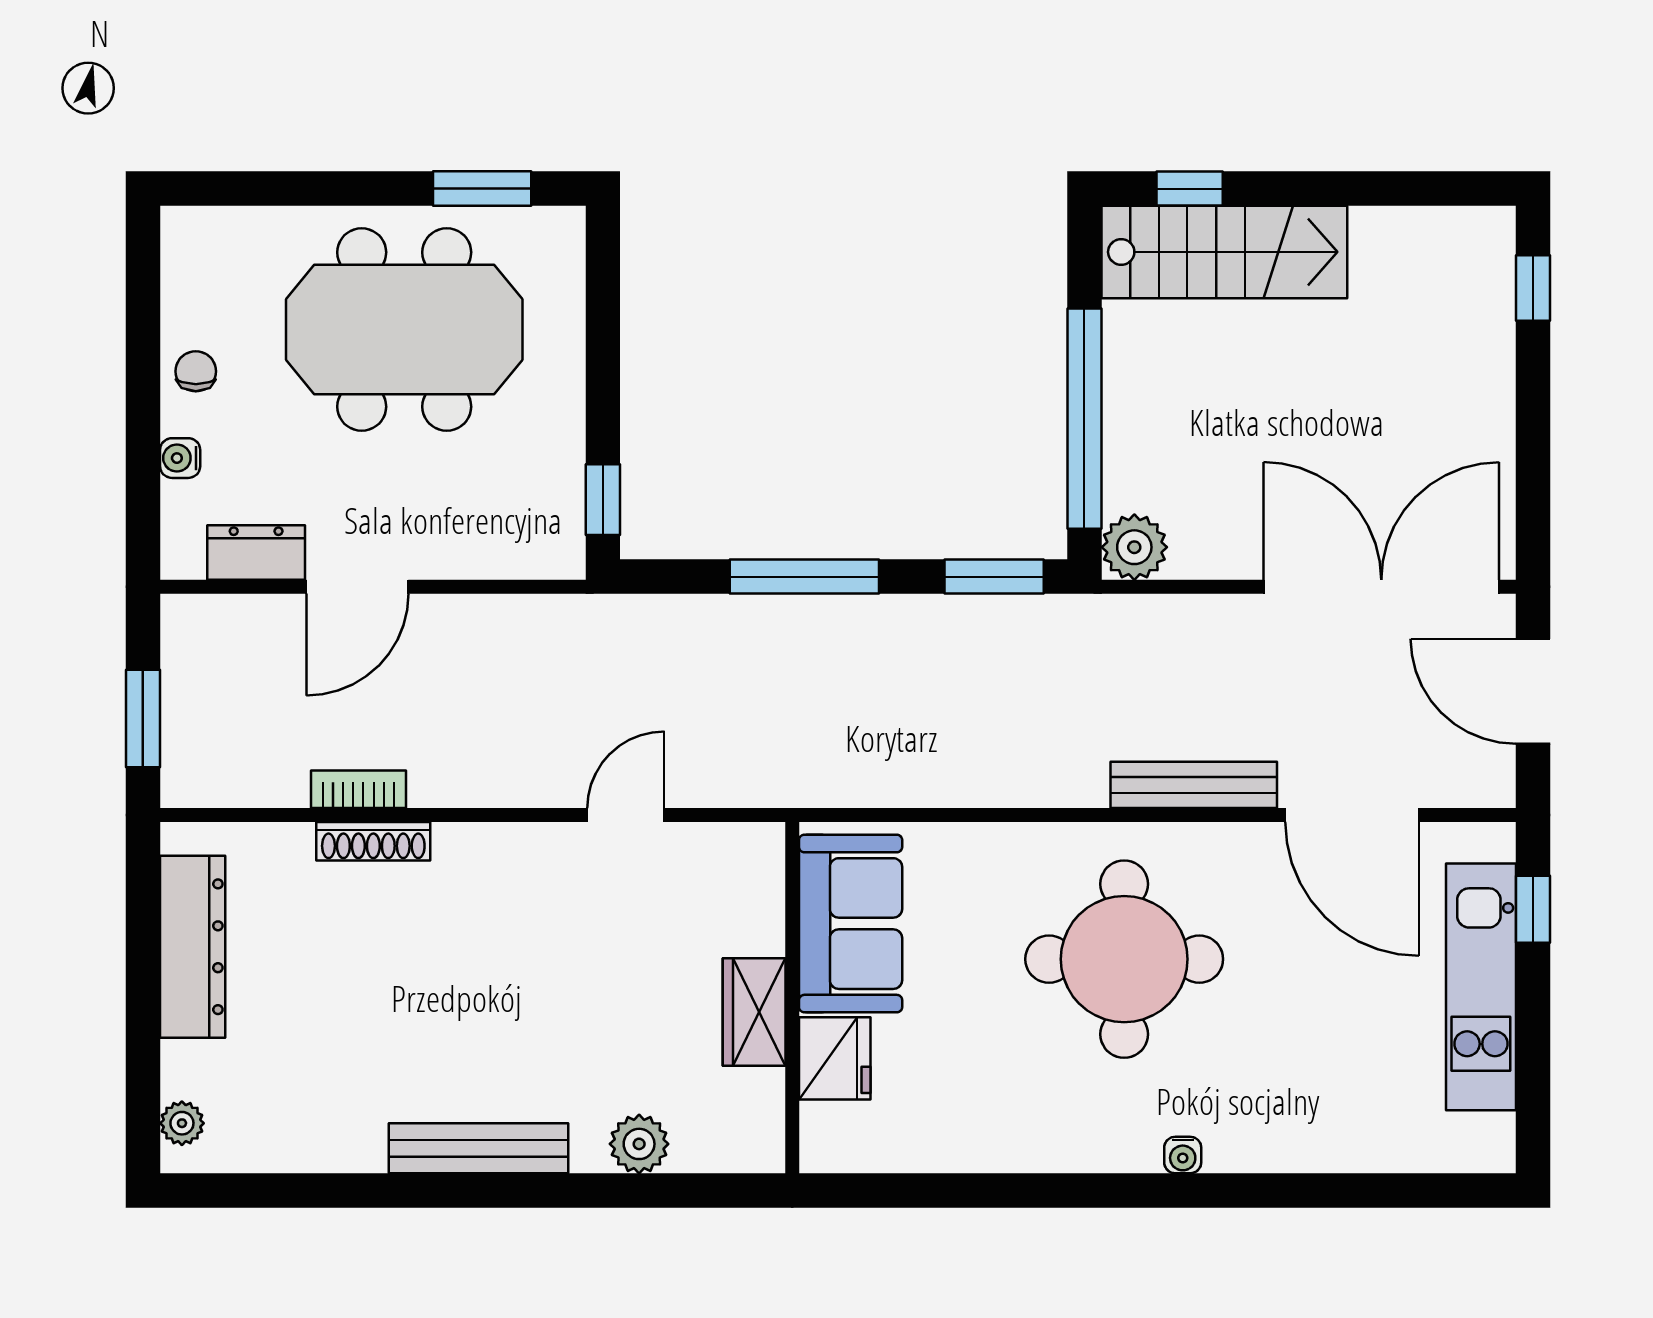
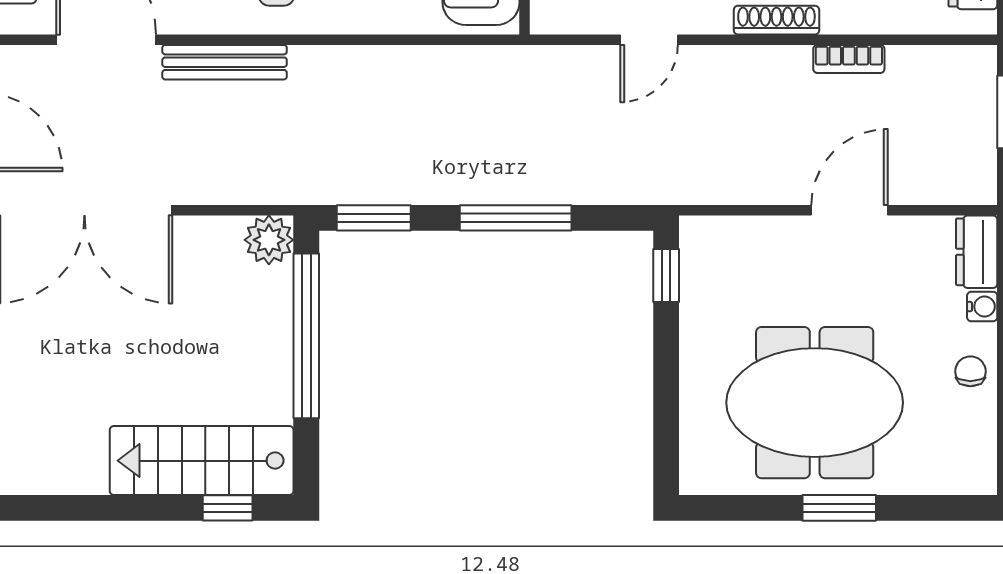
window: (482, 189) -> (839, 508), moved
chair: (196, 371) -> (970, 371), turned 180
dresser: (256, 553) -> (977, 252), moved, turned 90
shoe rack: (373, 841) -> (776, 20), moved

